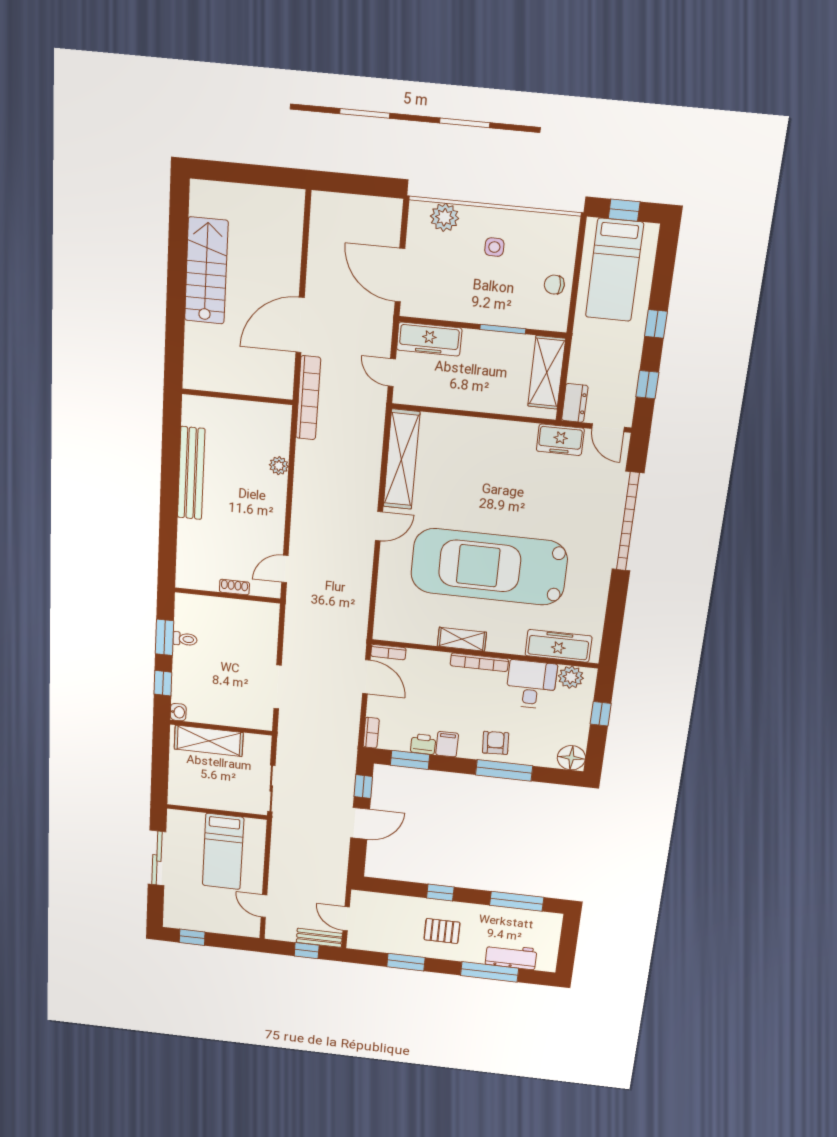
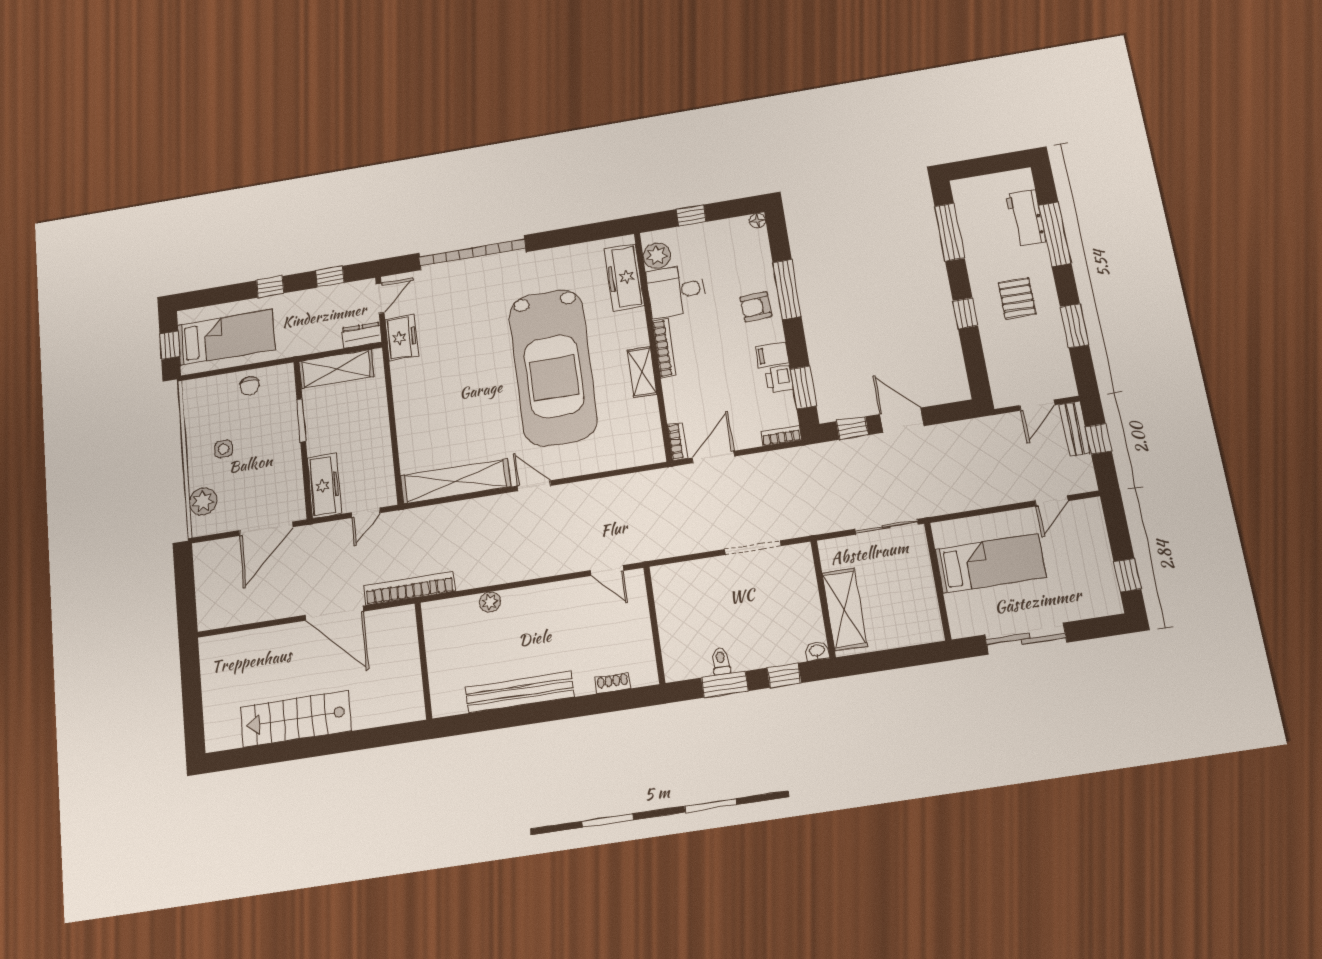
shoe rack: (234, 587) -> (613, 683), moved, turned 90
floor lamp: (571, 758) -> (757, 221), width x0.53, depth x0.53

